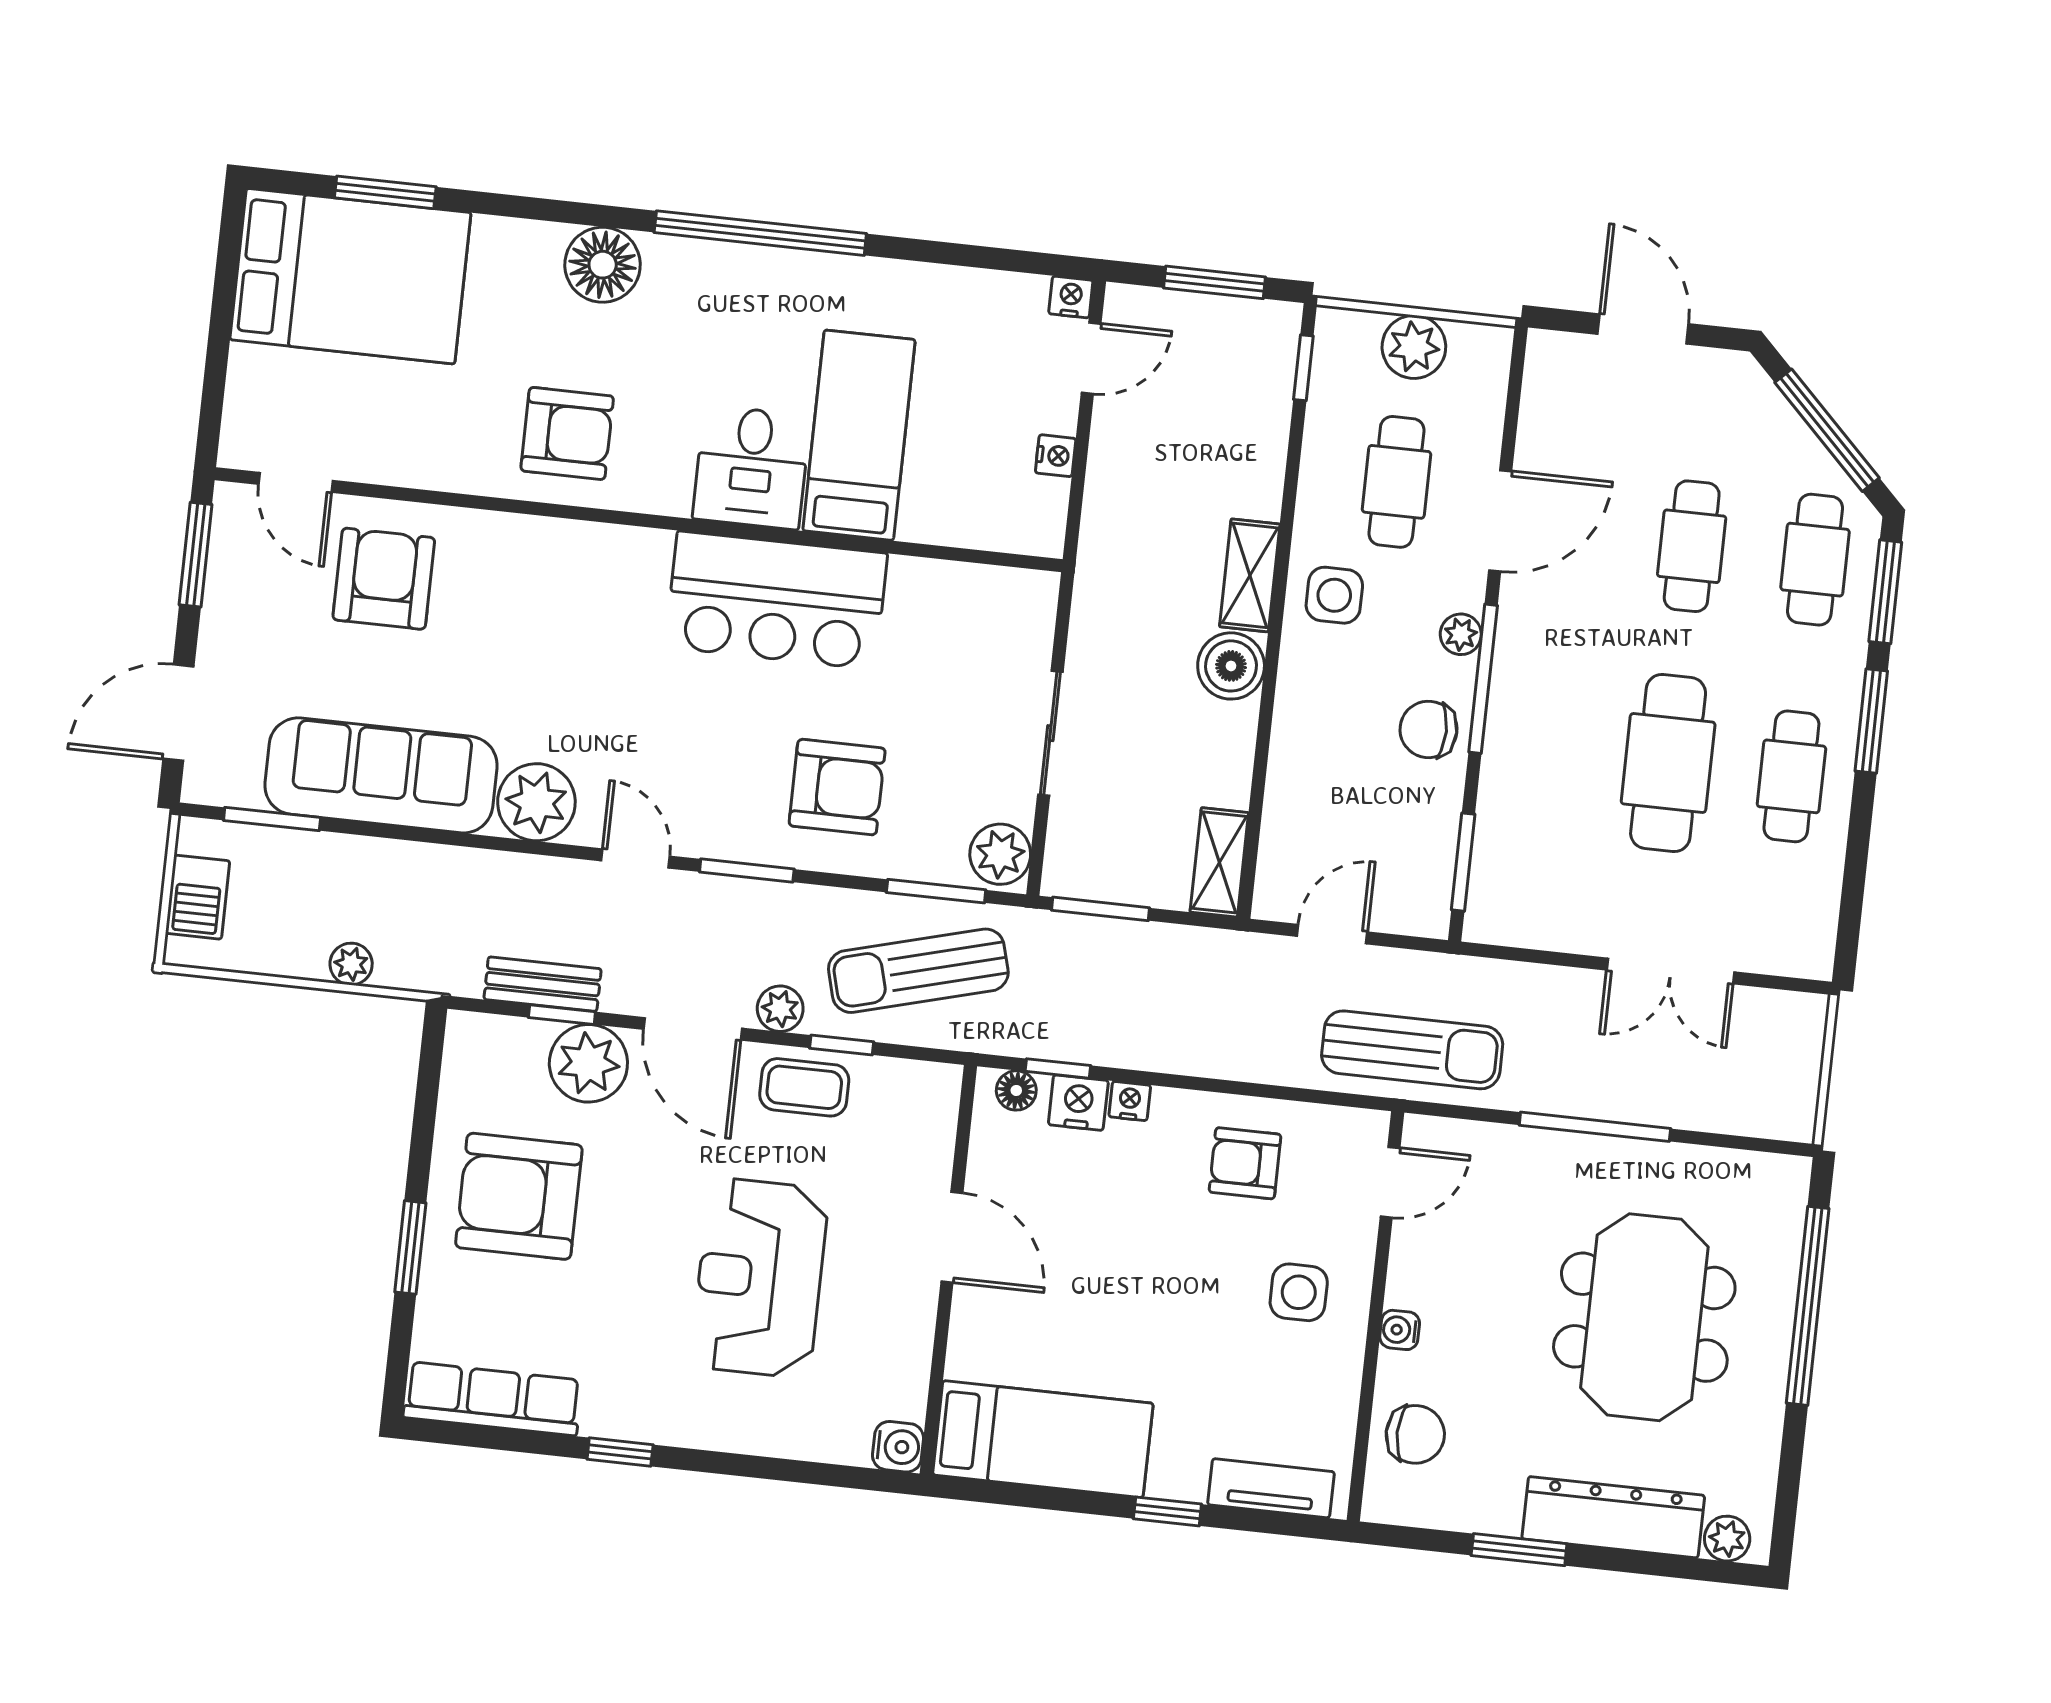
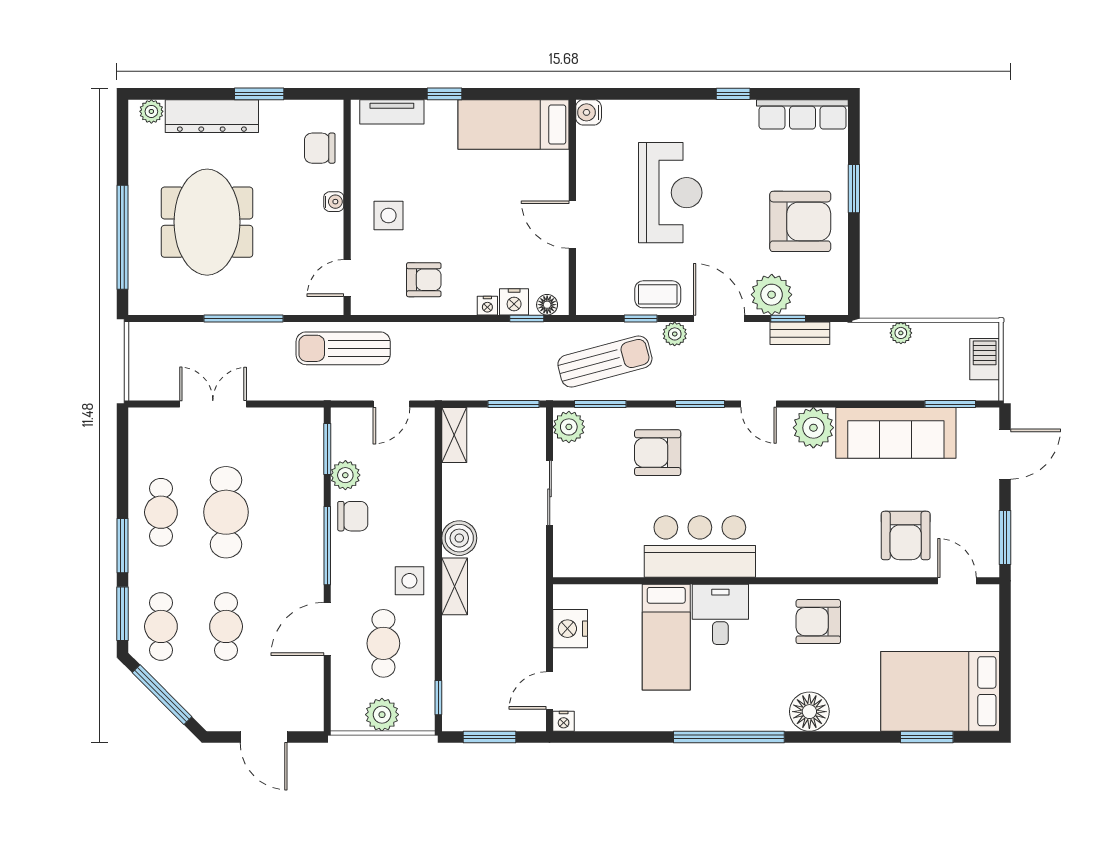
nightstand: (1056, 456) -> (570, 629), width x1.89, depth x1.79
plant: (1461, 634) -> (345, 475), moved, width x1.38, depth x1.38

